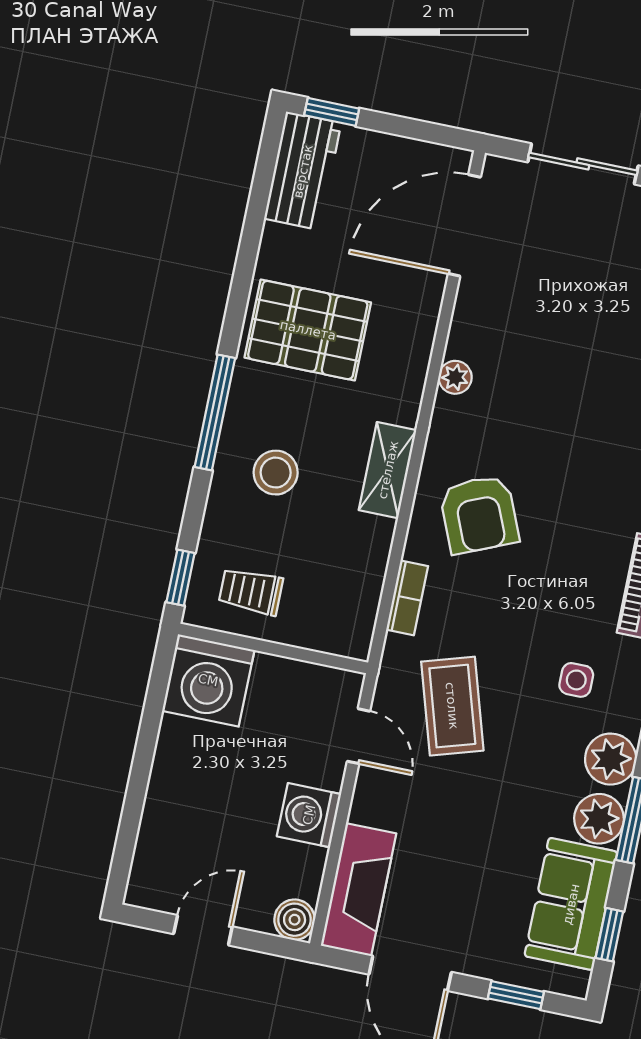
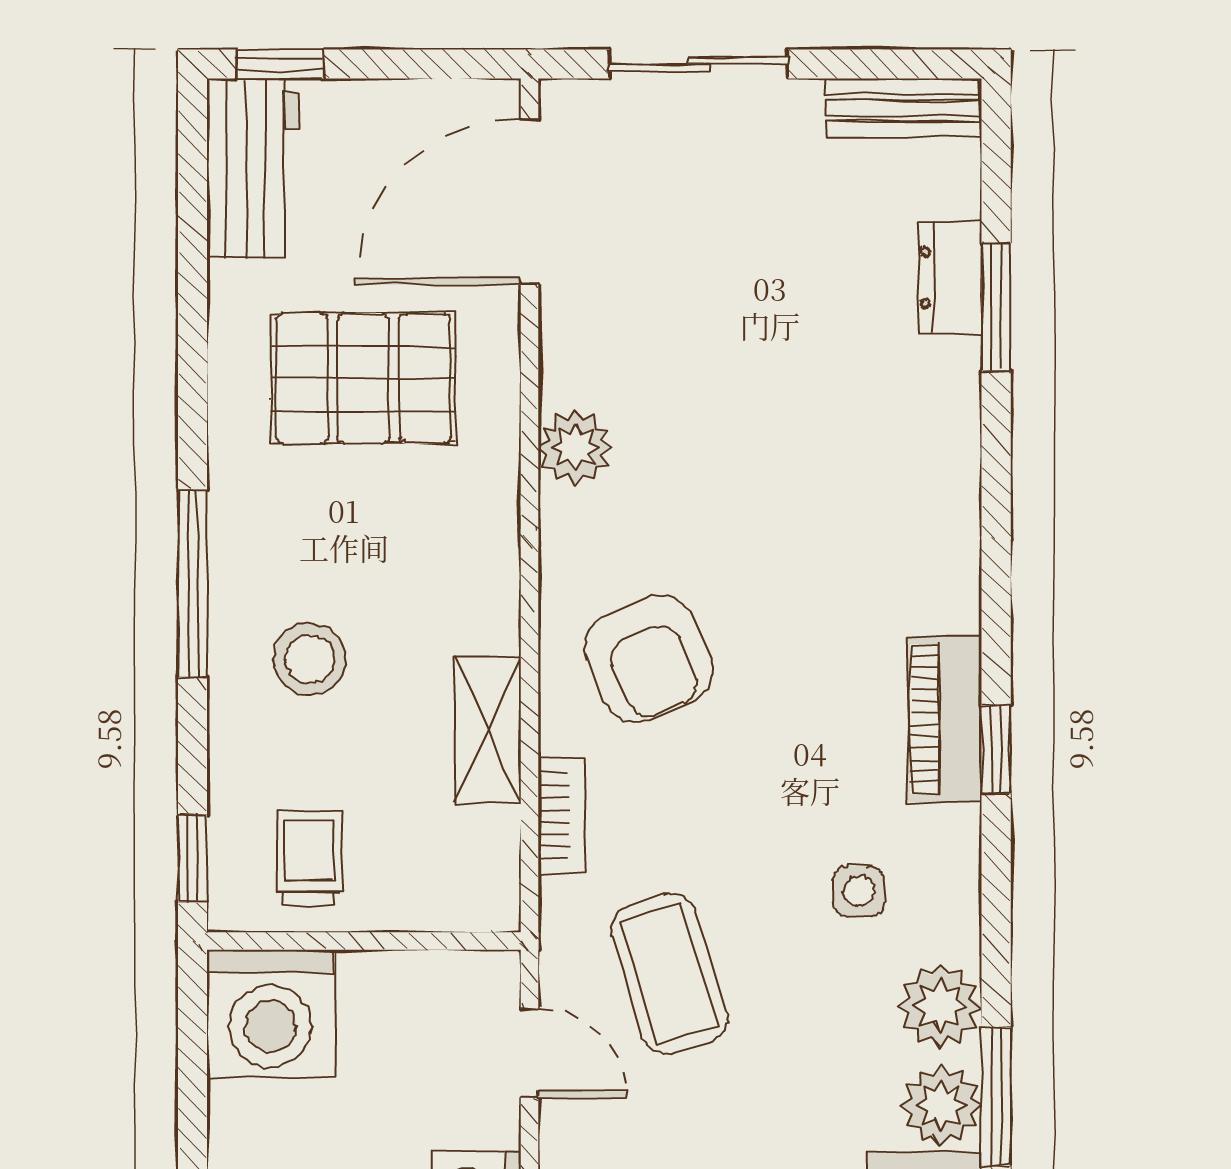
pallet: (308, 330) -> (363, 378), moved
plant: (455, 377) -> (575, 447), width x1.38, depth x1.38
shelving: (388, 470) -> (488, 730), moved
trolley: (251, 591) -> (309, 857), turned 90

